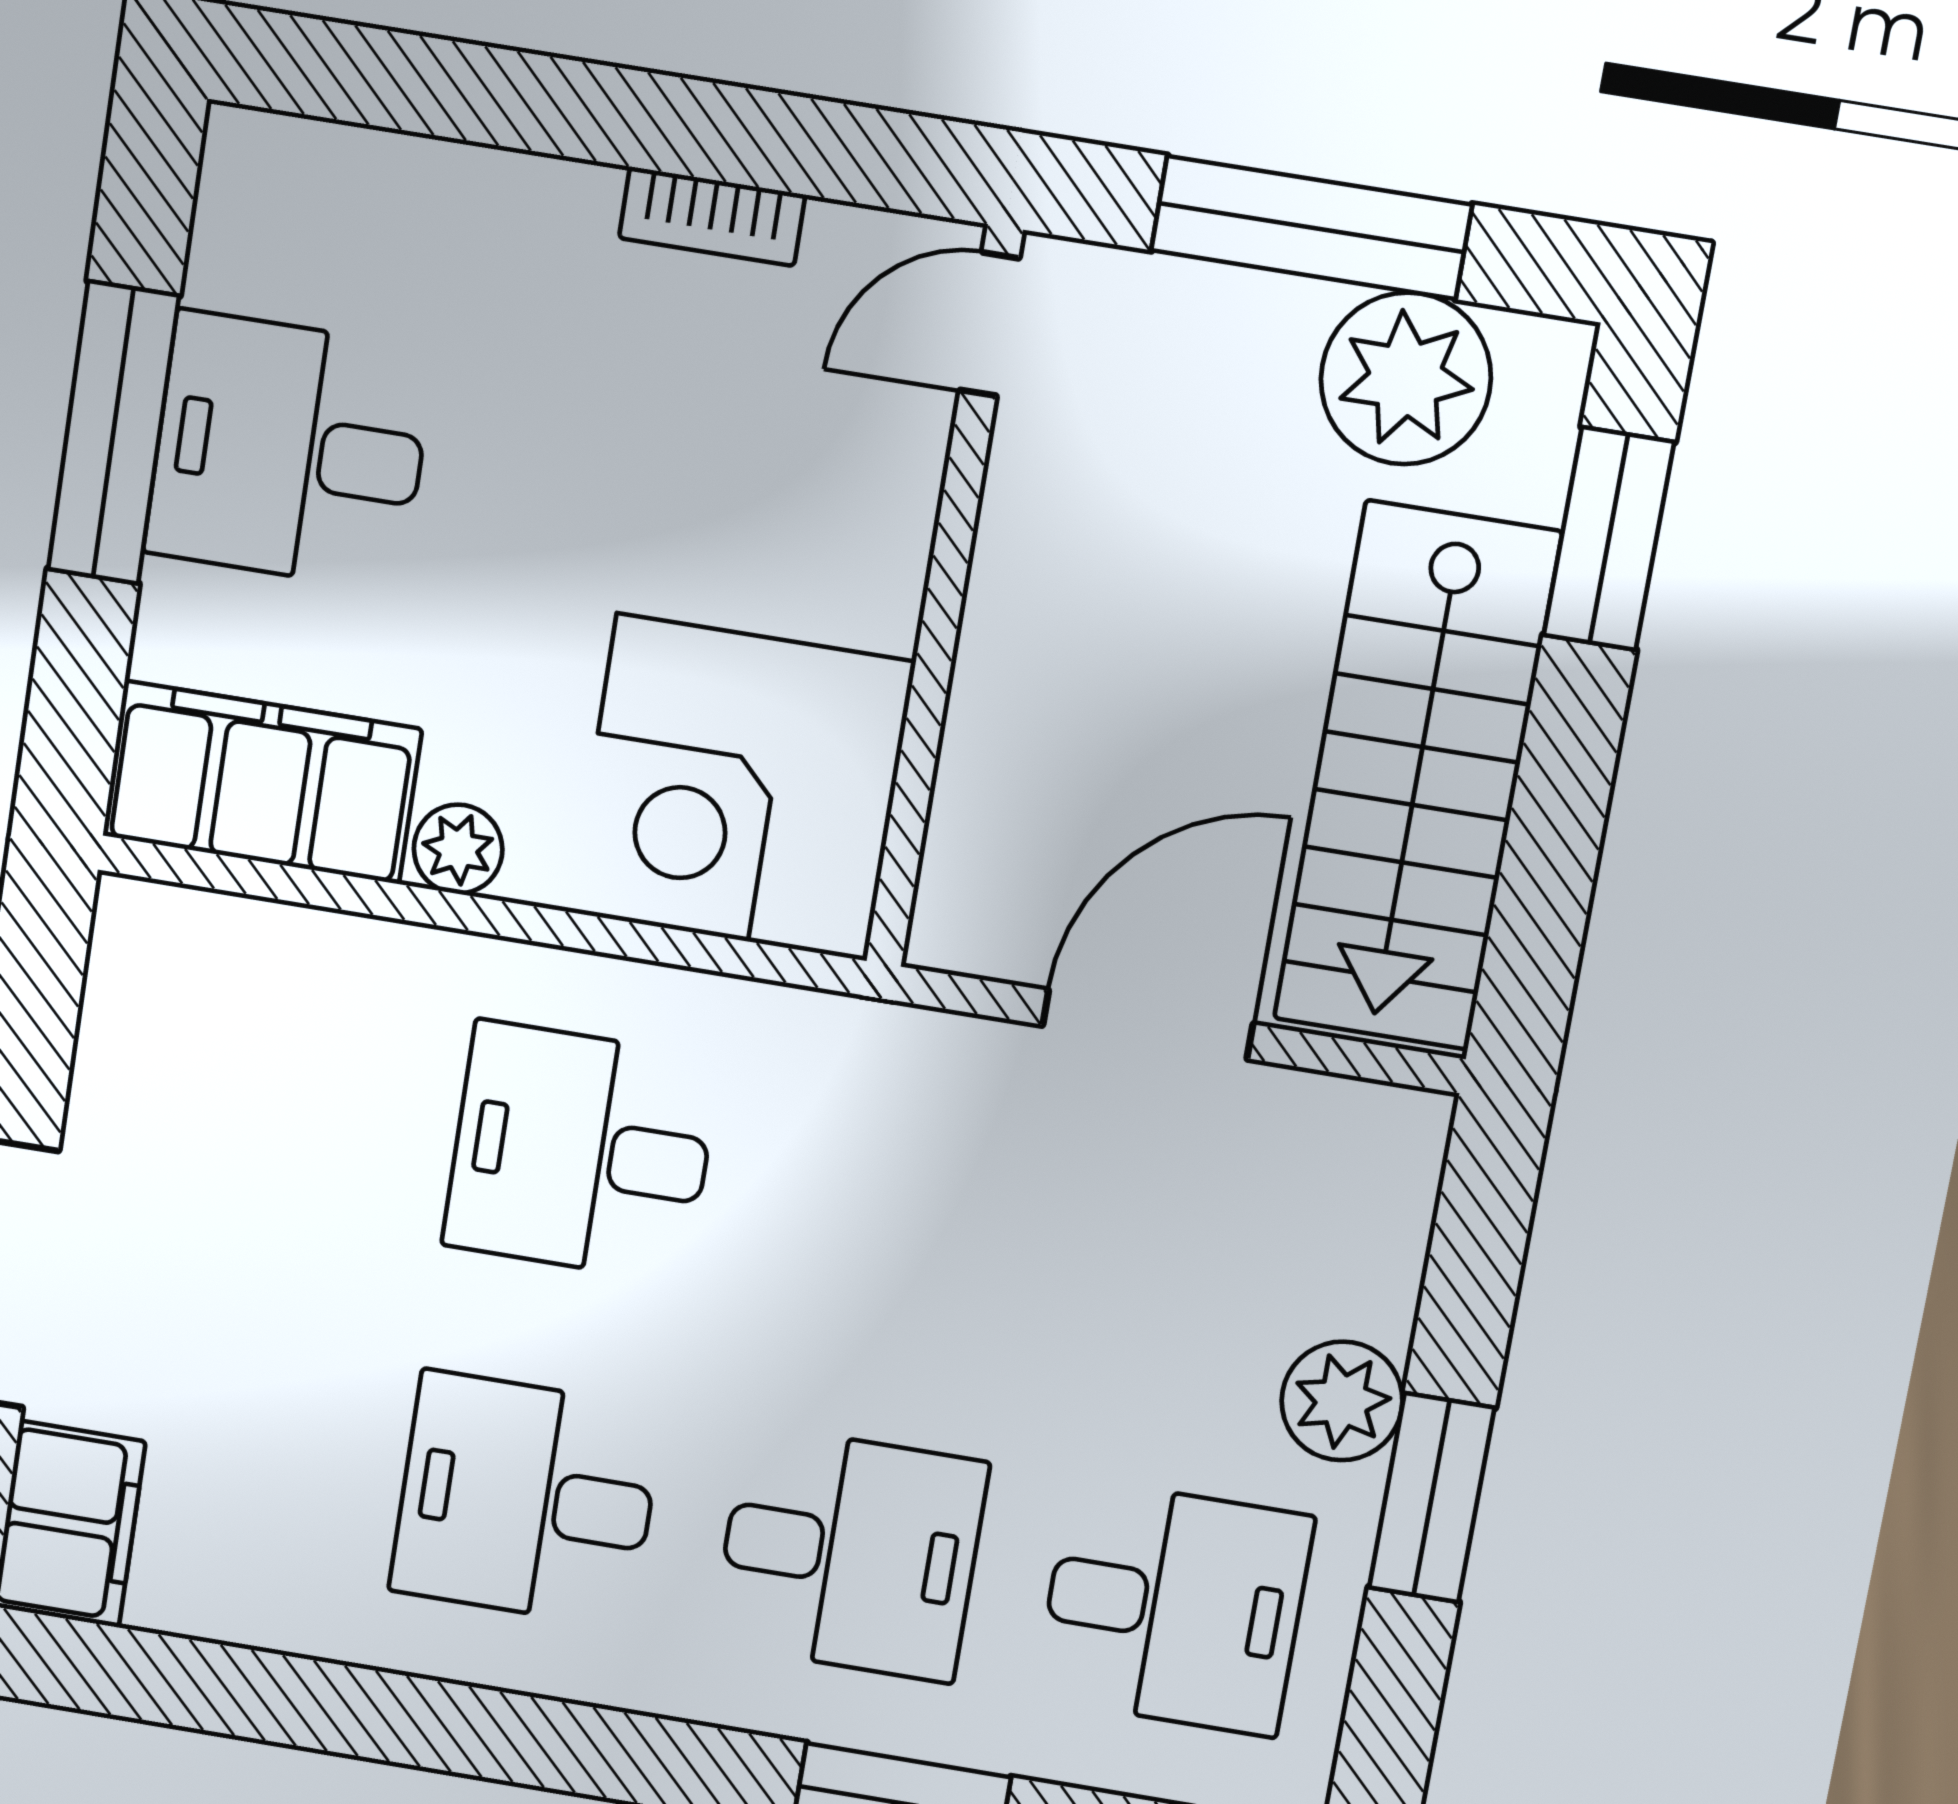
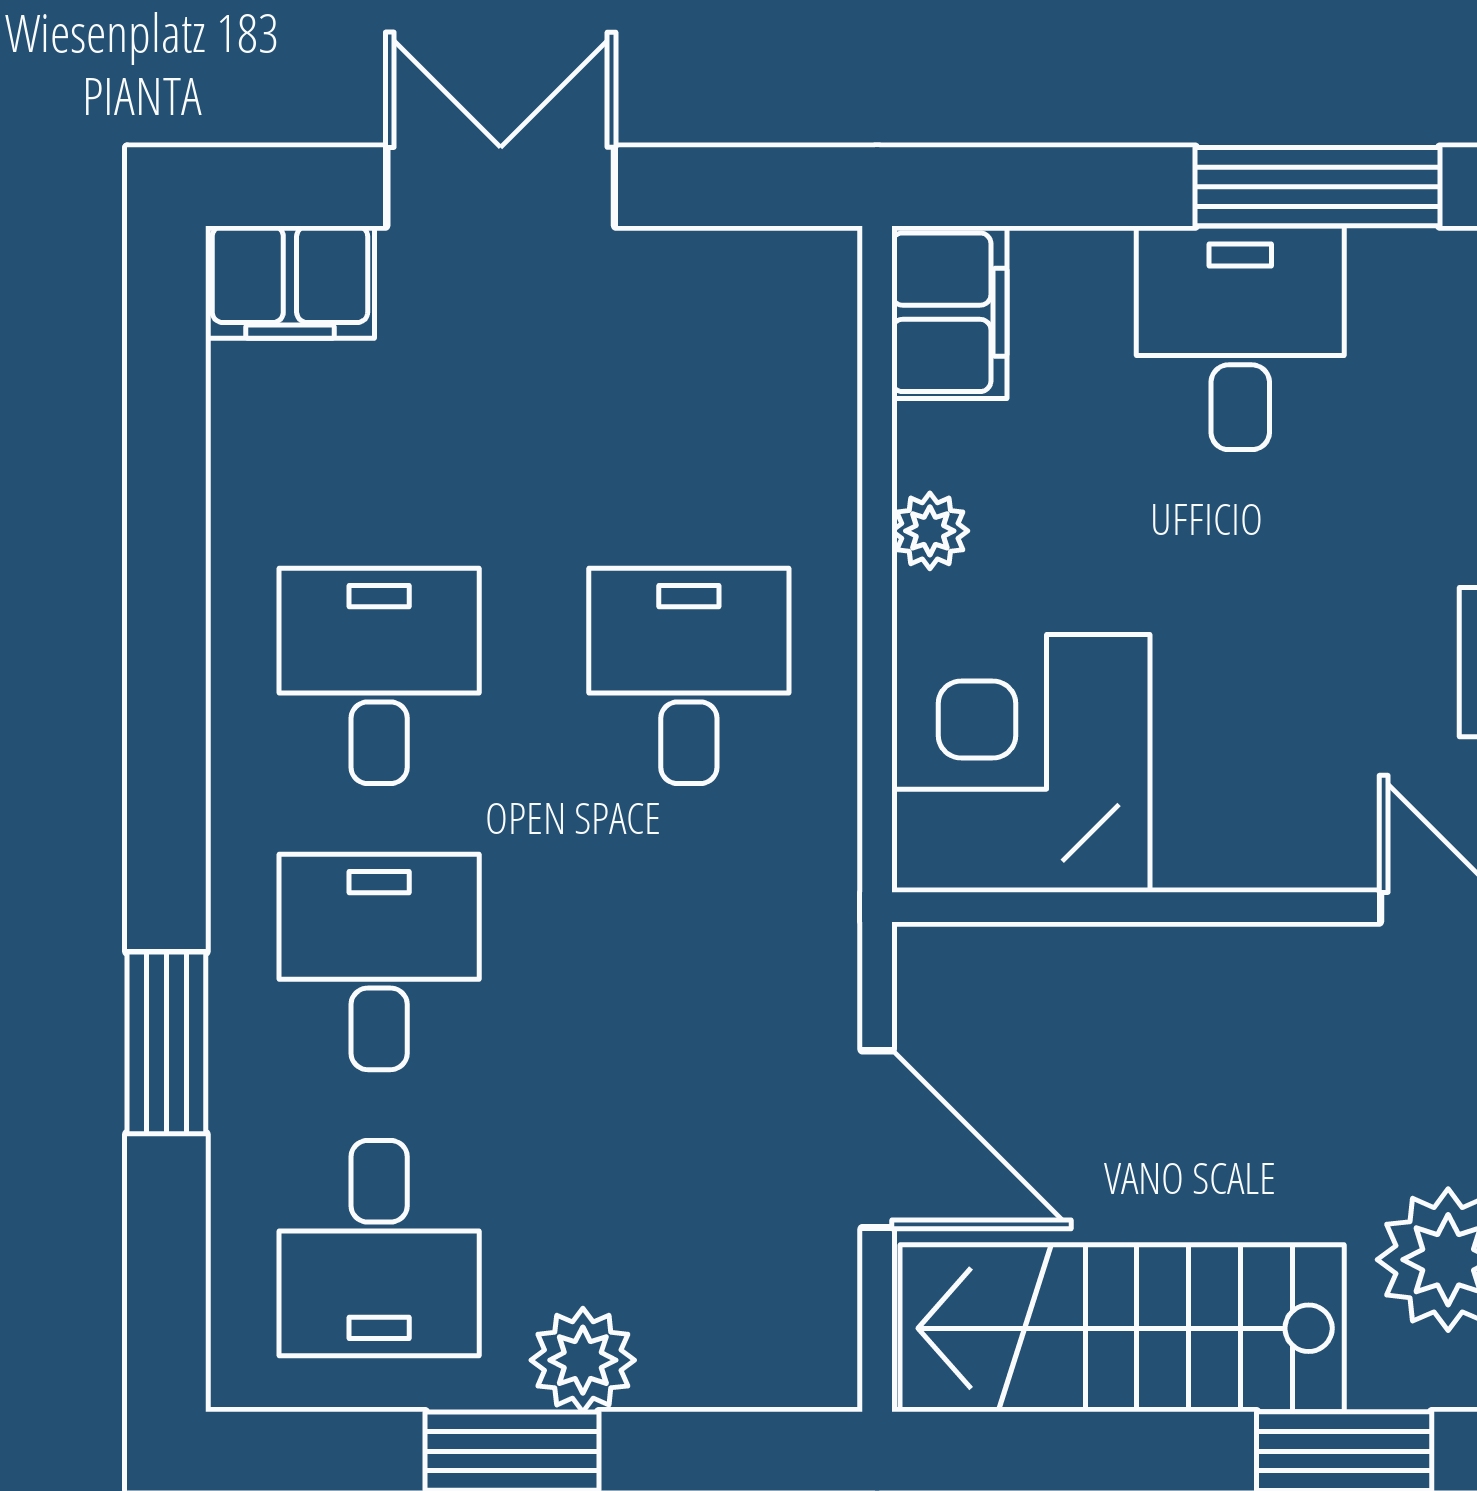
window: (113, 433) -> (1317, 187), moved
filing cabinet: (262, 782) -> (949, 312), width x0.67, depth x0.86
desk: (850, 1553) -> (379, 962), turned 180

